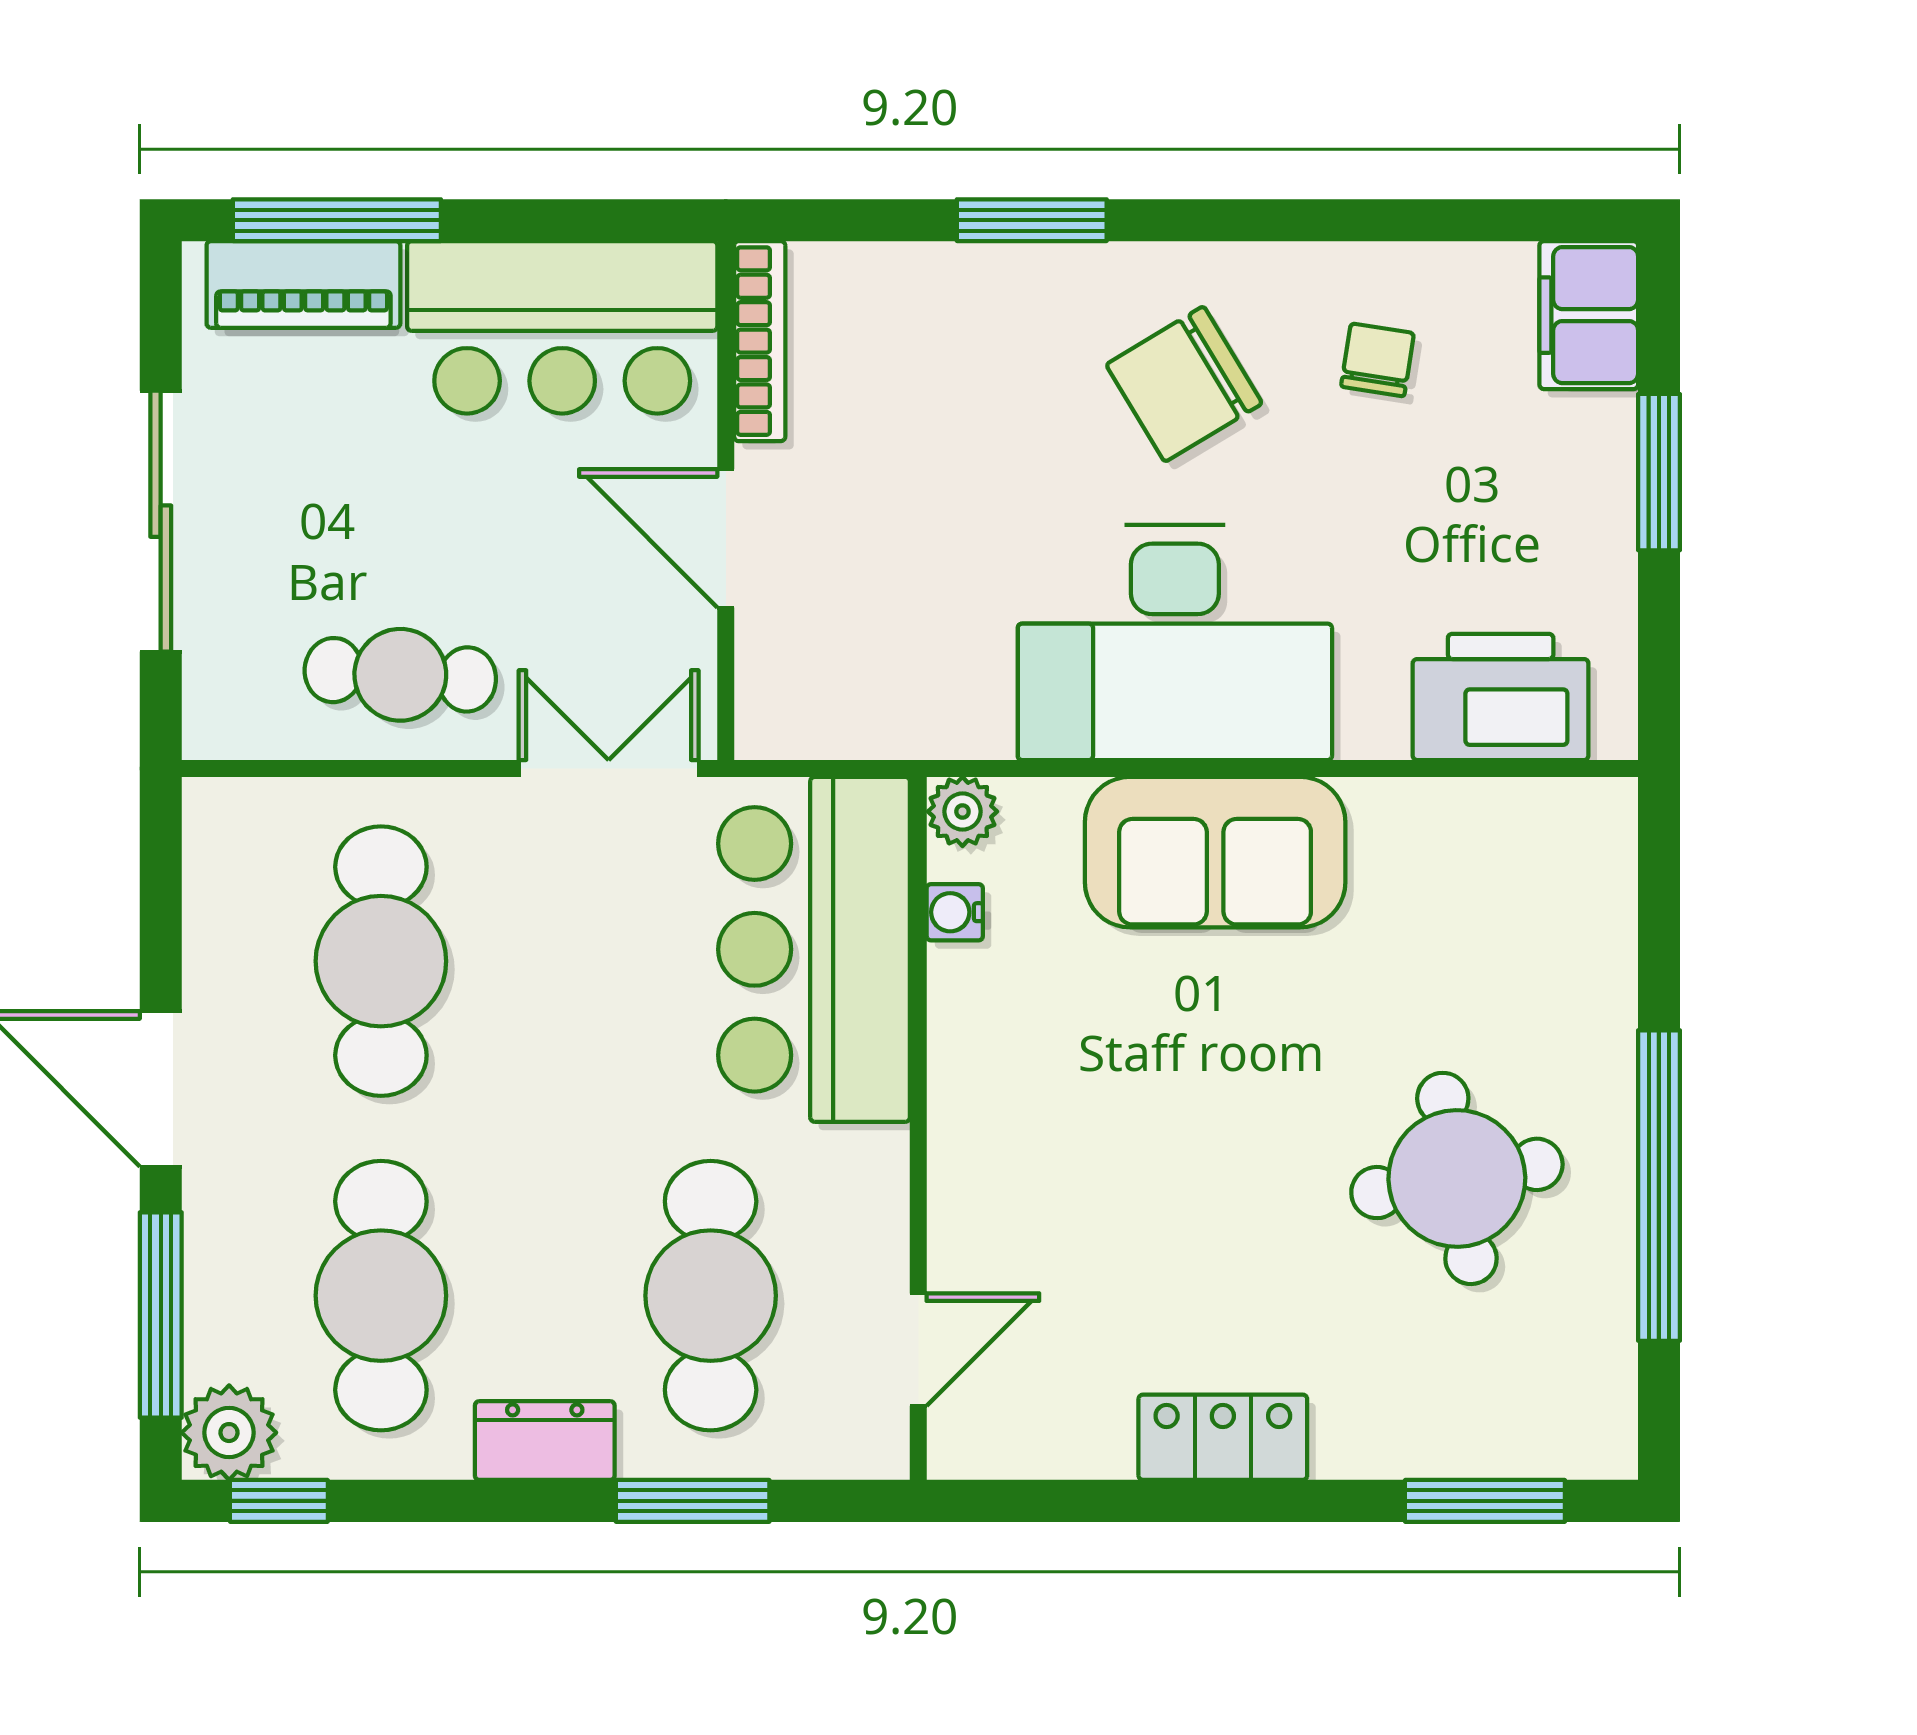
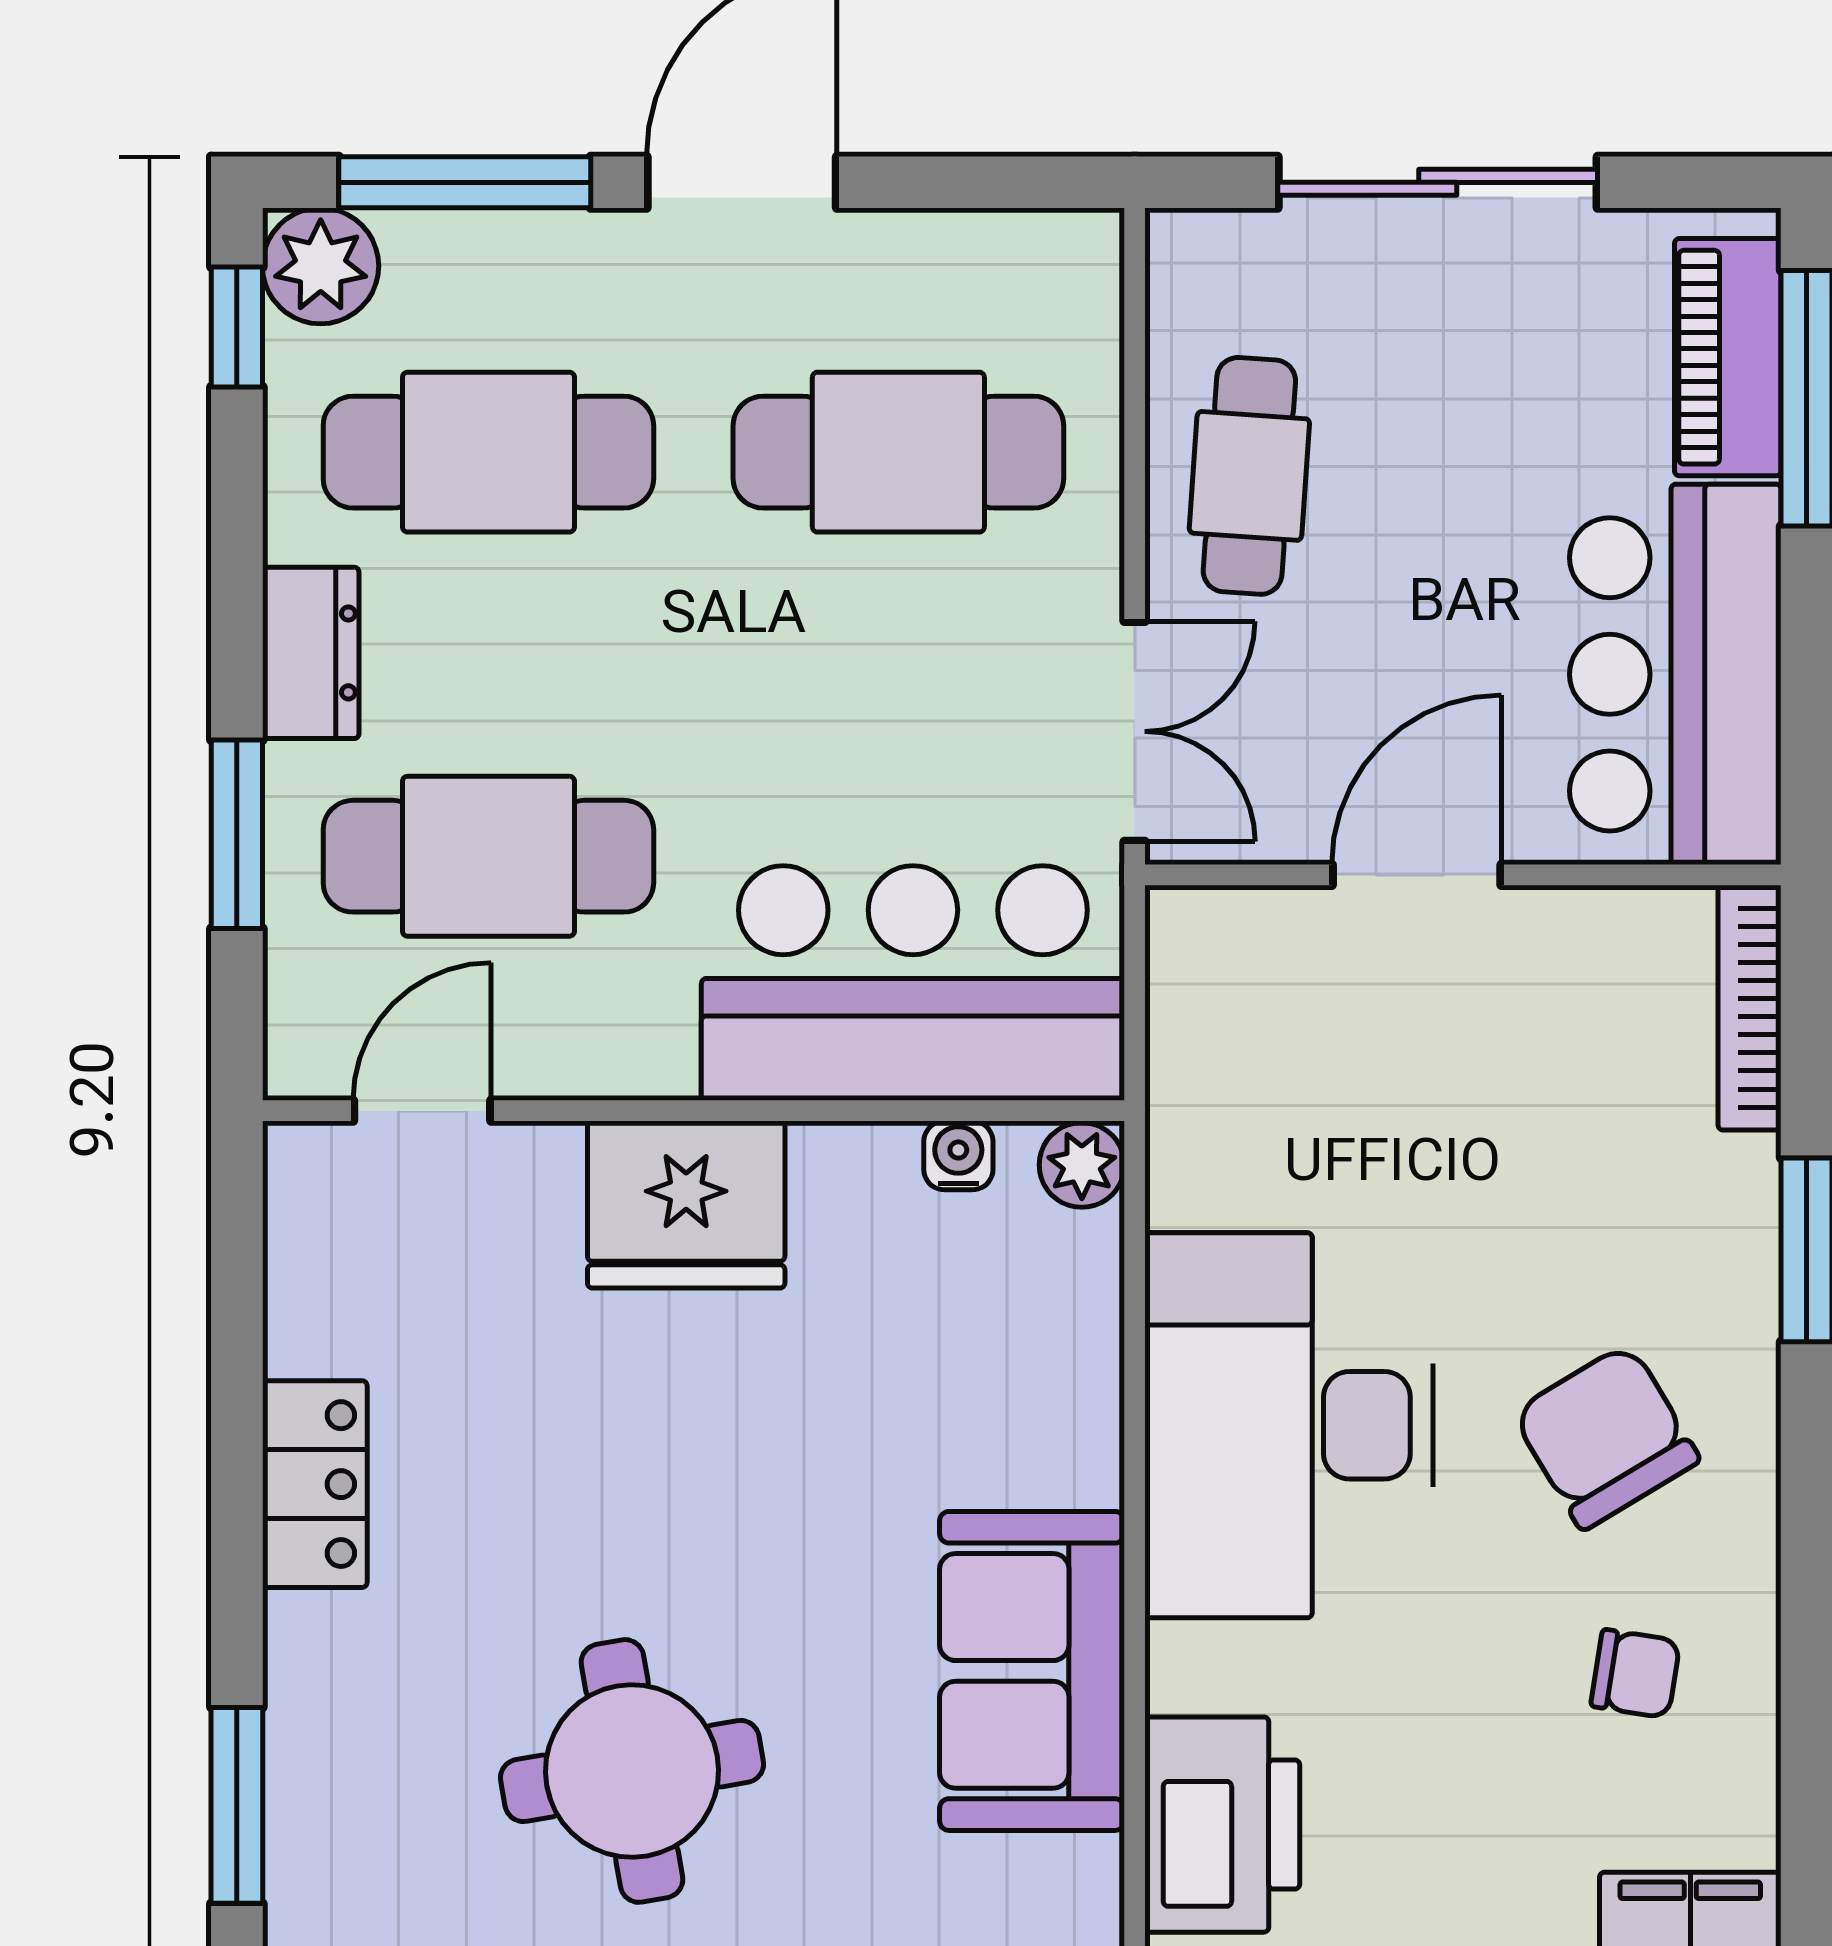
bookcase: (760, 341) -> (1750, 1008), moved, turned 90
sofa: (1215, 852) -> (1032, 1671), moved
fridge: (995, 1134) -> (686, 1205), added
door: (918, 1350) -> (422, 1111), swing flipped

